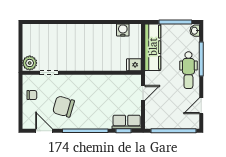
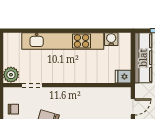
kitchen unit: (78, 32) -> (63, 41), added

